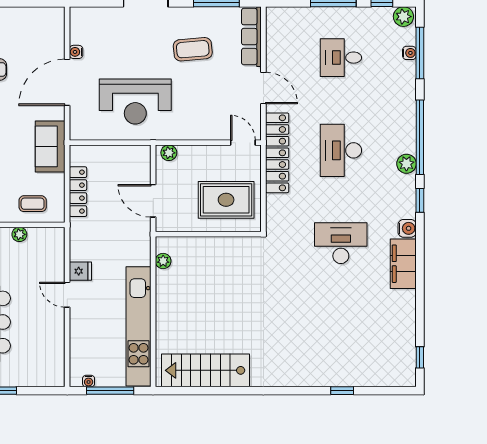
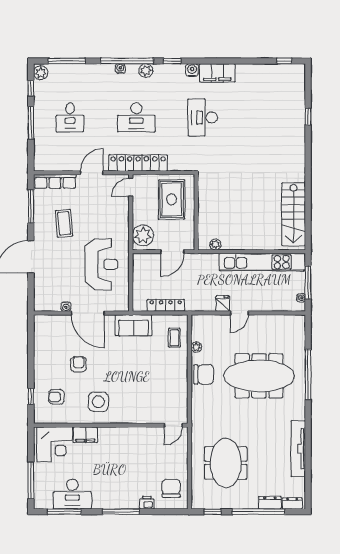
water cooler: (409, 53) -> (120, 68), moved
plant: (169, 153) -> (143, 235), width x1.87, depth x1.87

